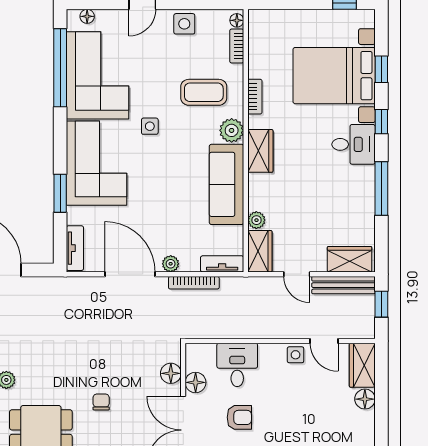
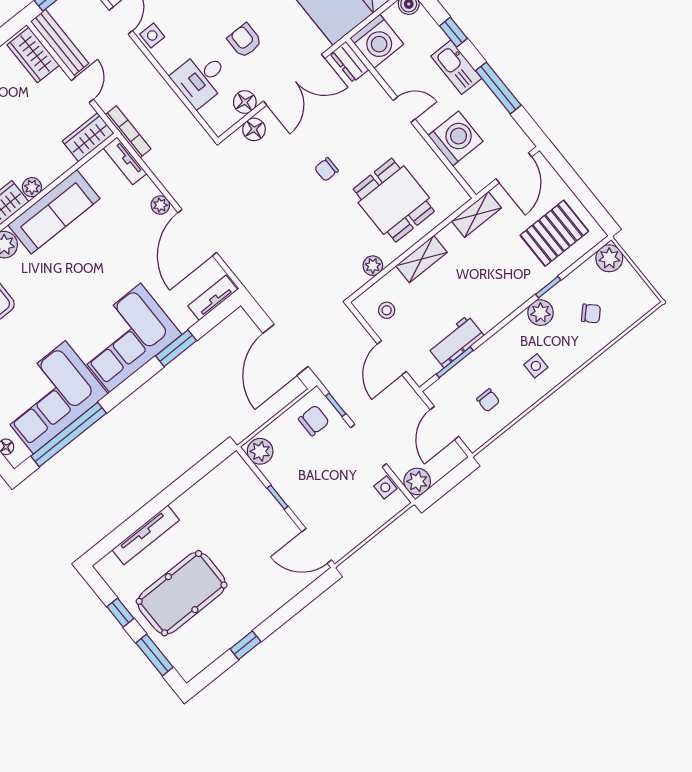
side table: (150, 126) -> (57, 318), removed
plant: (256, 220) -> (32, 187), moved
bookcase: (194, 283) -> (128, 132), moved

